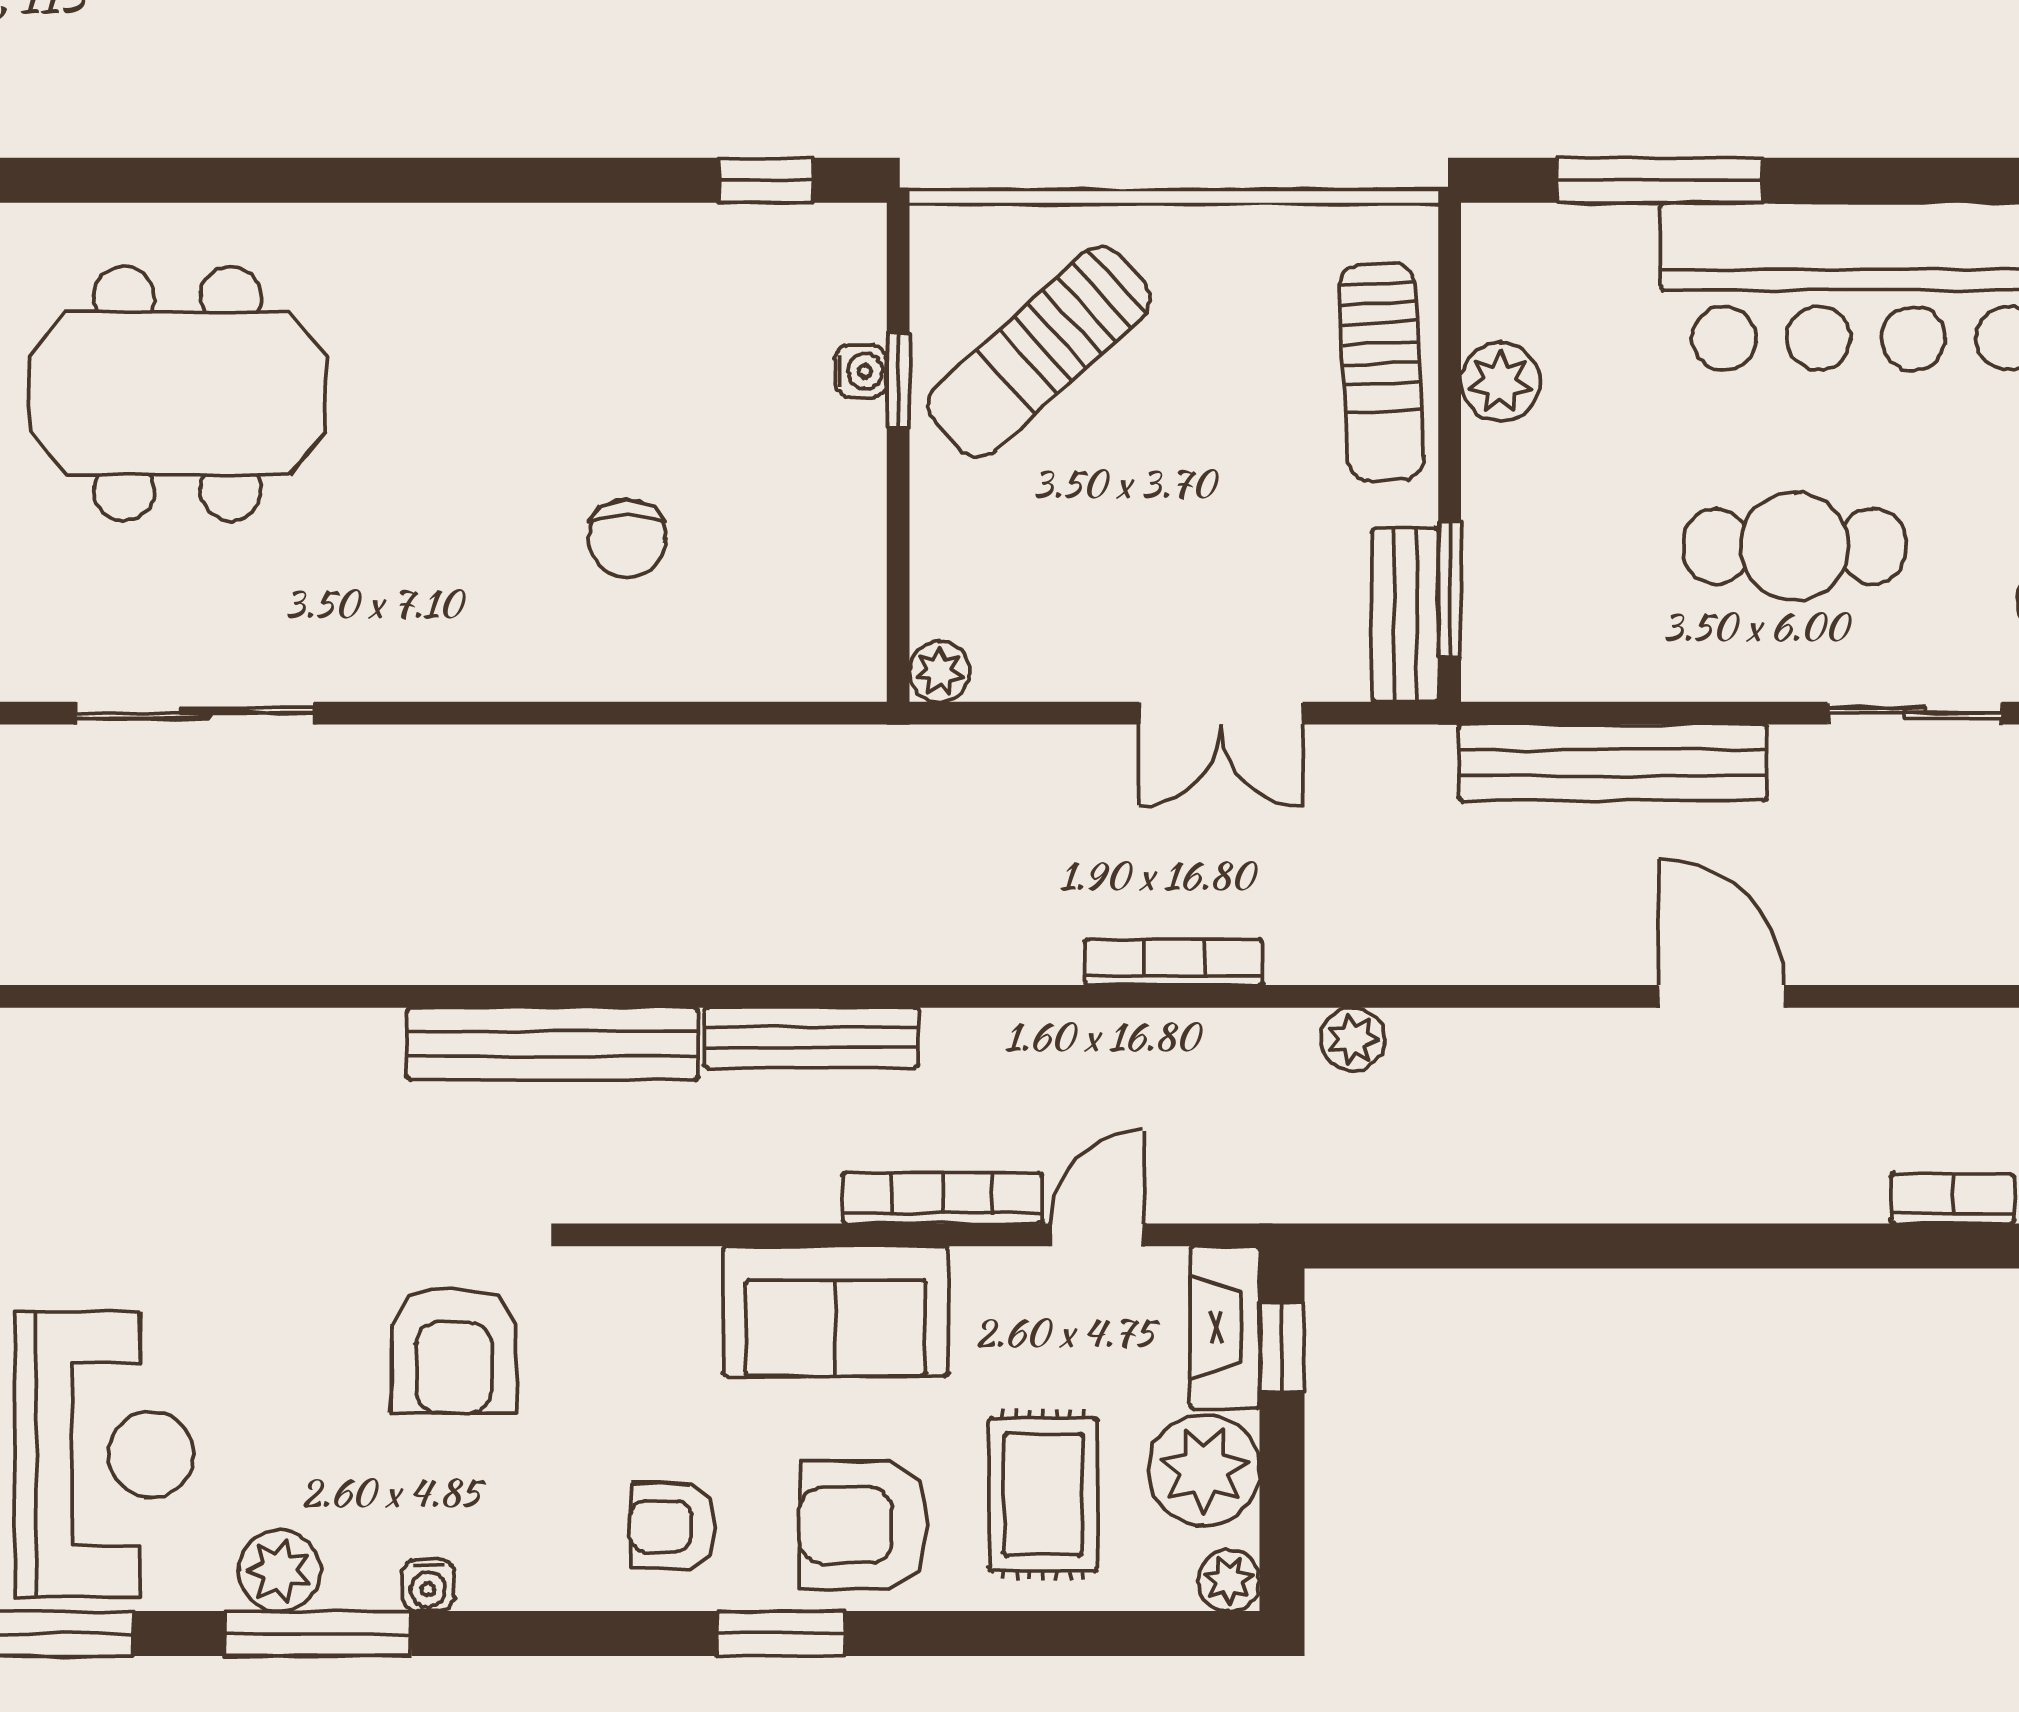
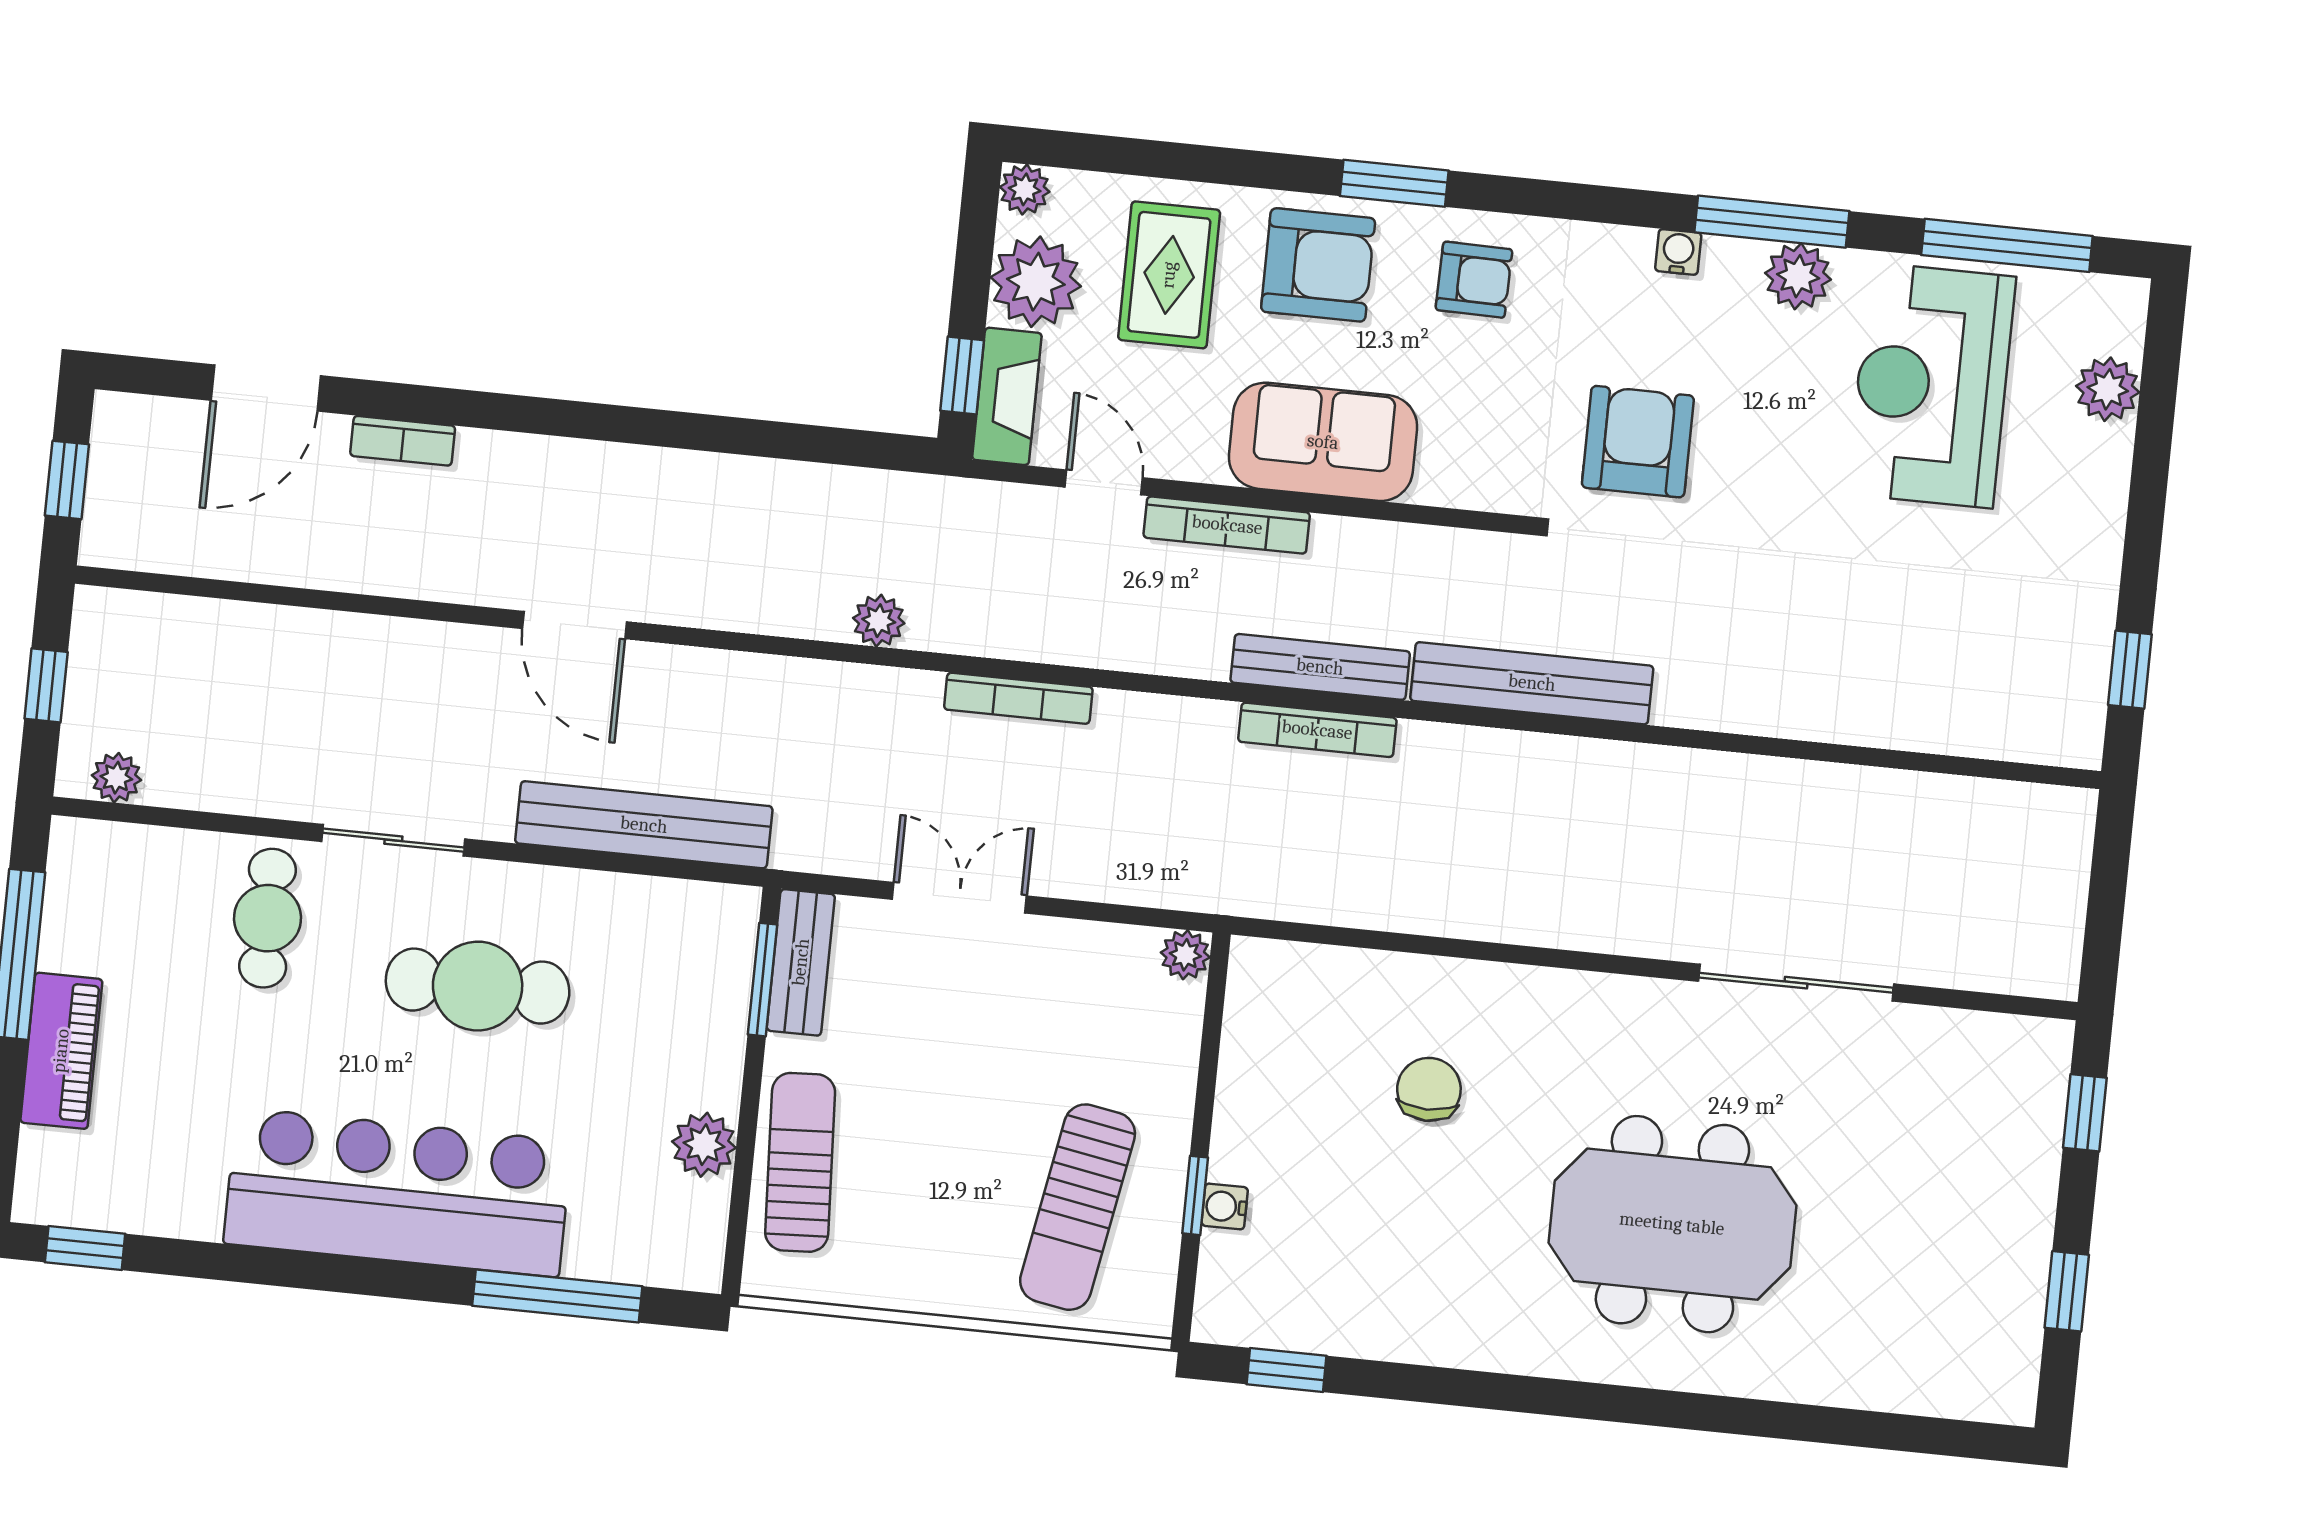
sun lounger: (1039, 352) -> (1078, 1207), turned 142
meeting table: (177, 394) -> (1672, 1224), moved
bookcase: (807, 961) -> (1317, 730), added
door: (1097, 1235) -> (1104, 482), swing flipped

